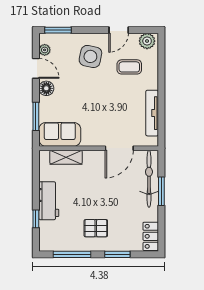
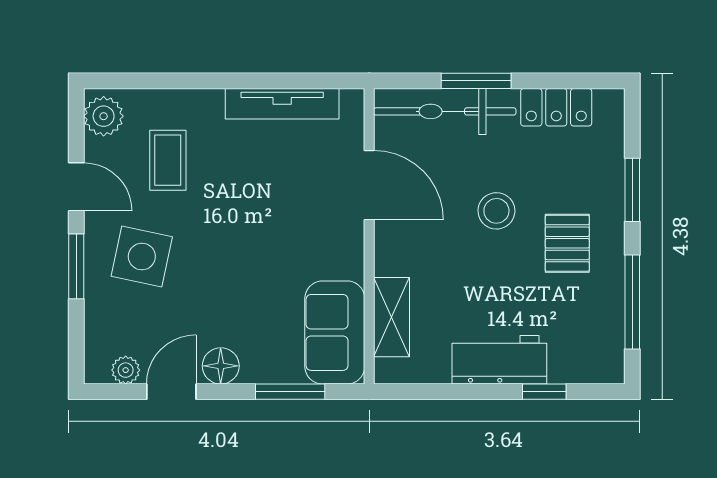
window: (58, 30) -> (76, 266), moved
stool: (109, 200) -> (496, 211), added
locker: (151, 236) -> (556, 107), moved

